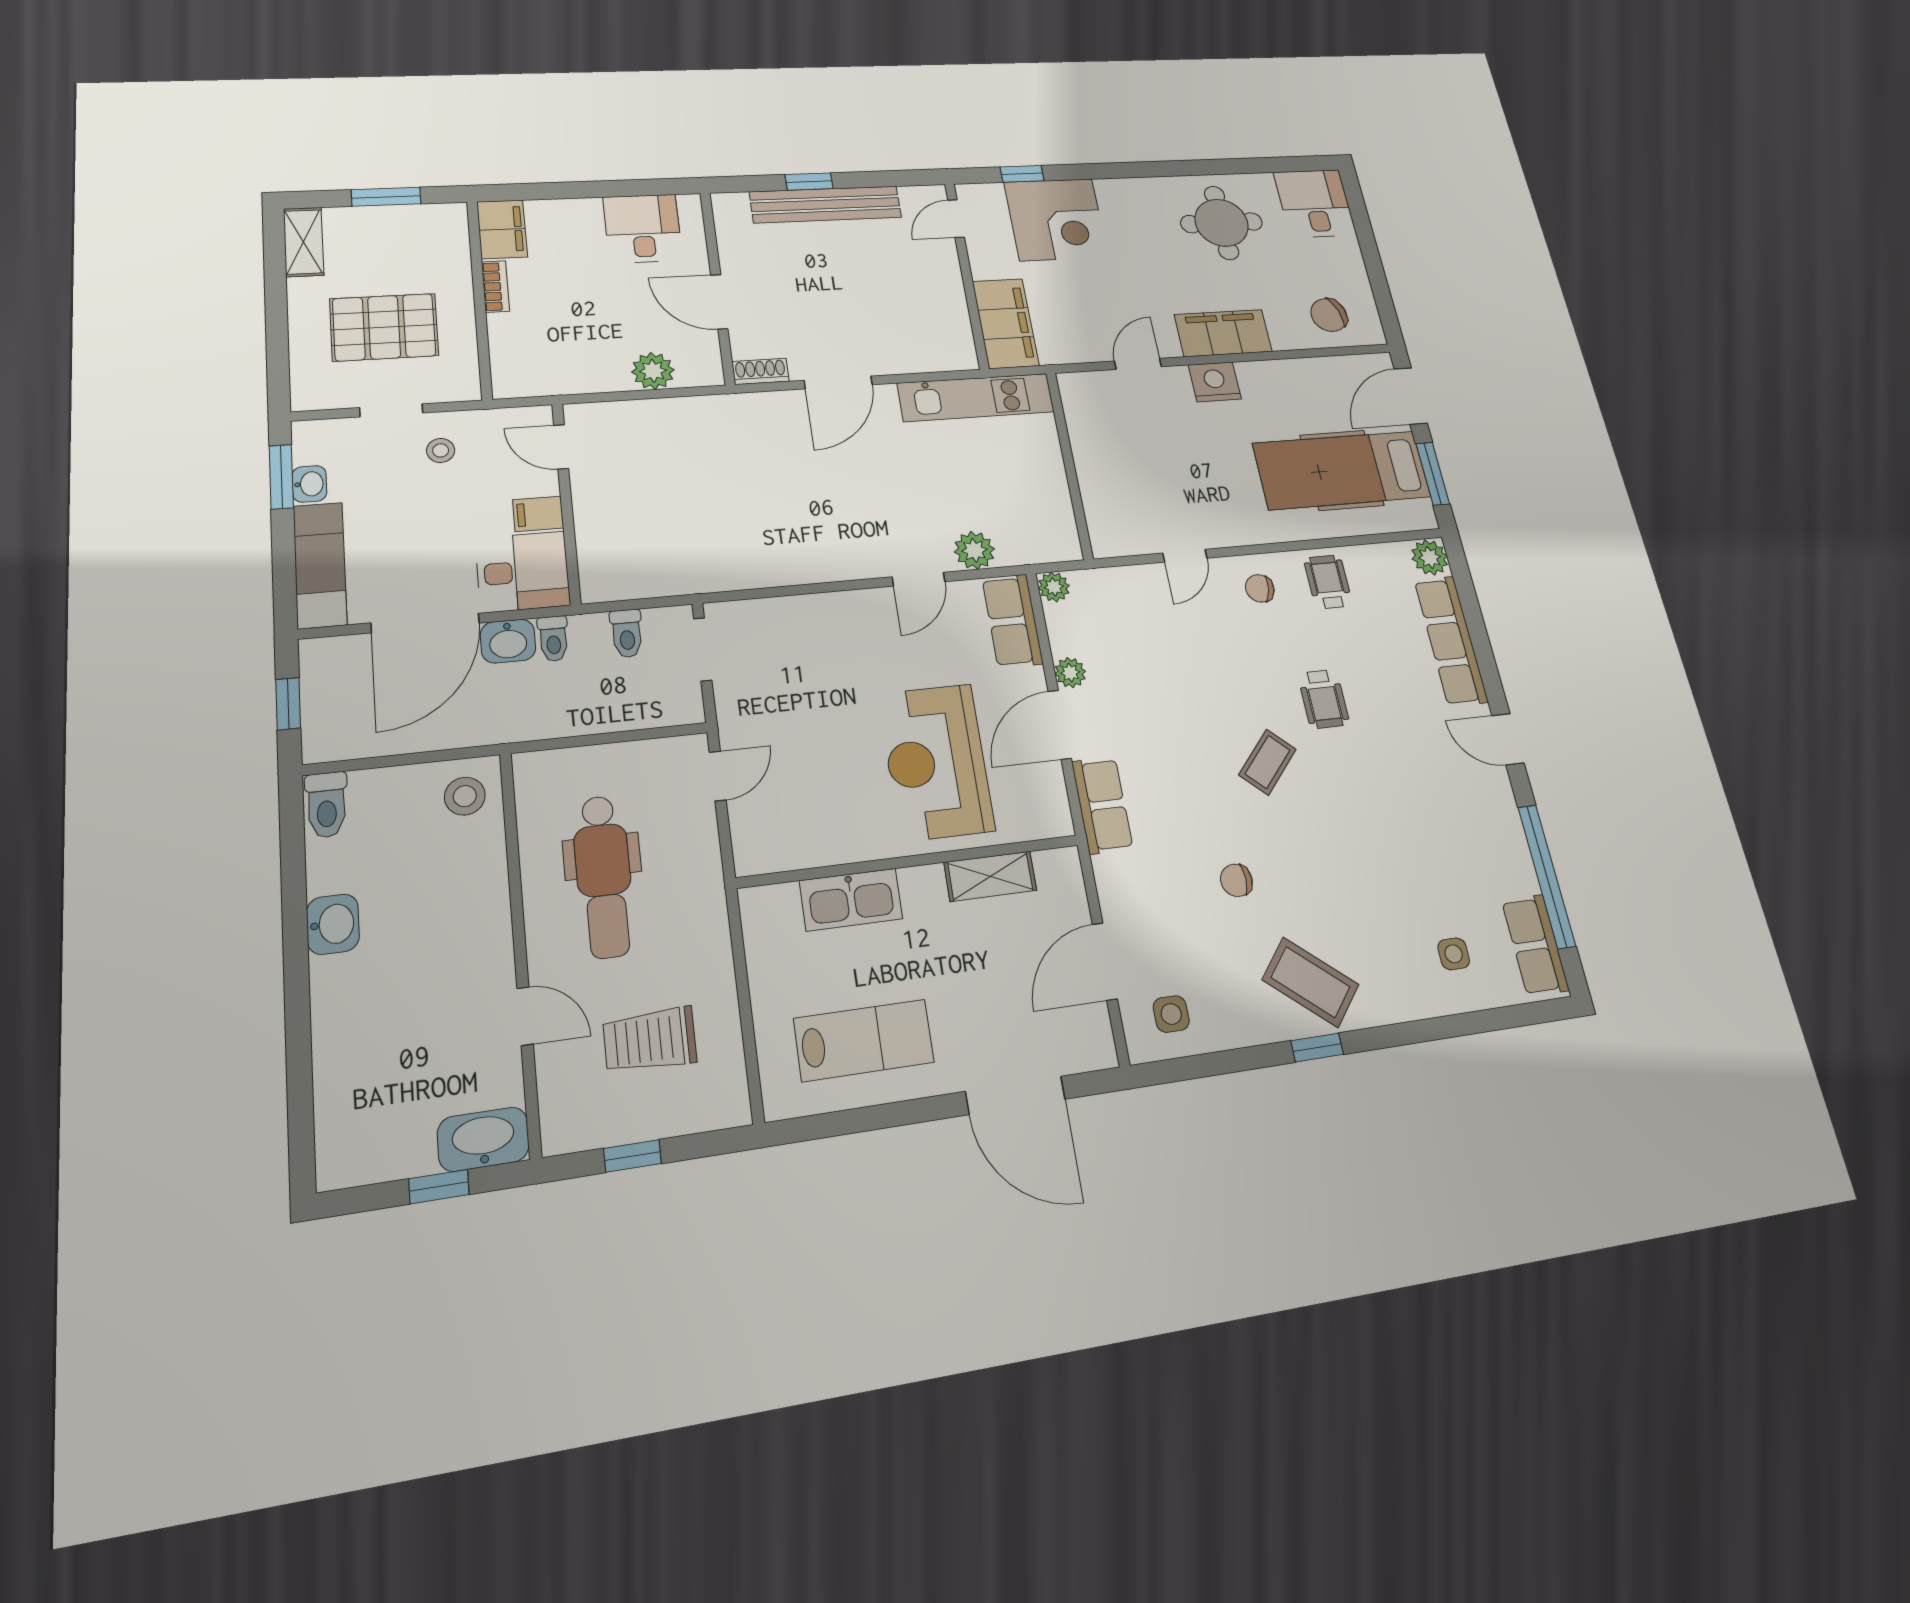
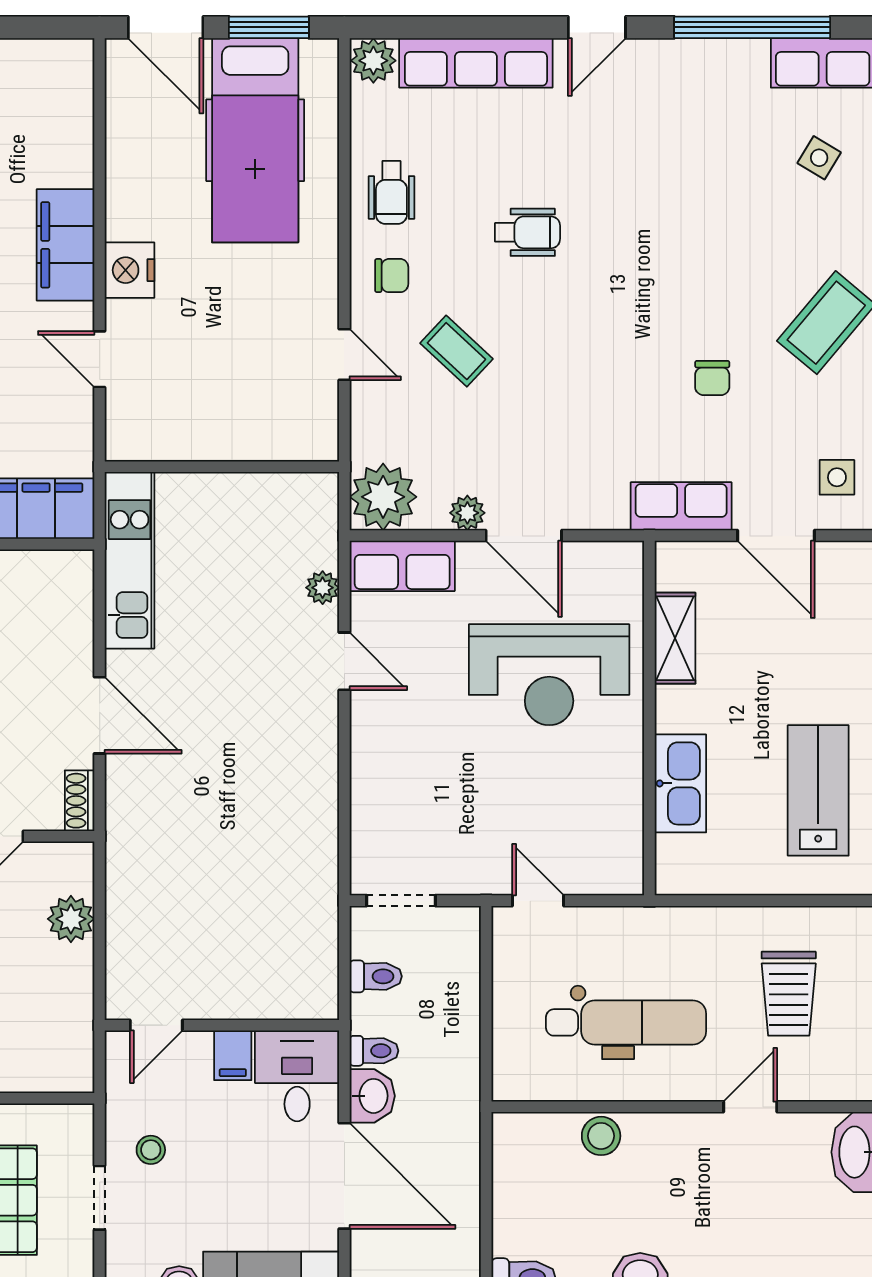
chair: (1329, 315) -> (49, 104), removed
plant: (974, 550) -> (323, 588), width x0.73, depth x0.73
wheelchair: (1328, 582) -> (391, 192), turned -90
plant: (1054, 587) -> (383, 497), width x1.87, depth x1.87
chair: (1260, 588) -> (392, 276), turned -101
coffee table: (1268, 762) -> (456, 351), moved
stool: (465, 796) -> (601, 1136), moved
row of seats: (1102, 805) -> (681, 506), moved
side table: (1454, 954) -> (819, 158), turned 31

